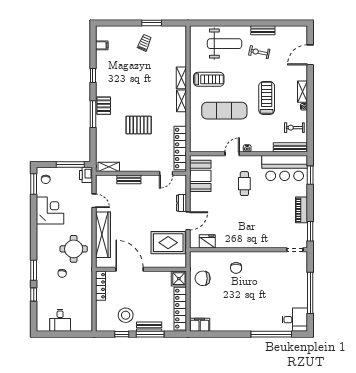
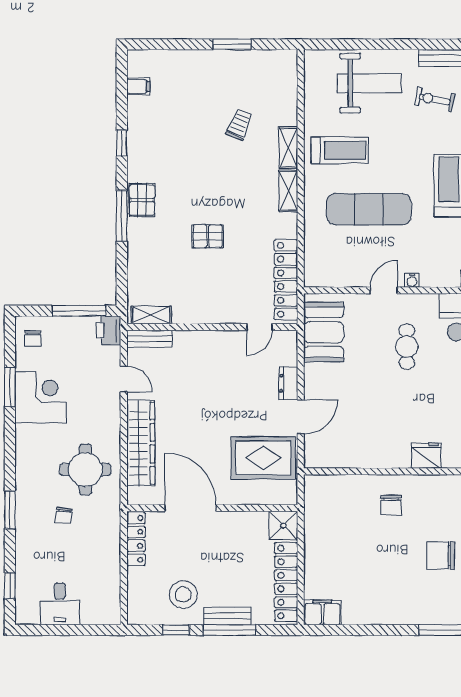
trolley: (145, 43) -> (240, 125), moved
pallet: (139, 125) -> (208, 236), width x0.67, depth x0.71
bench: (129, 179) -> (149, 339), moved
window: (34, 184) -> (10, 387), moved
fridge: (207, 241) -> (426, 456), moved
chair: (203, 278) -> (441, 556), moved
window: (34, 295) -> (10, 586), moved

